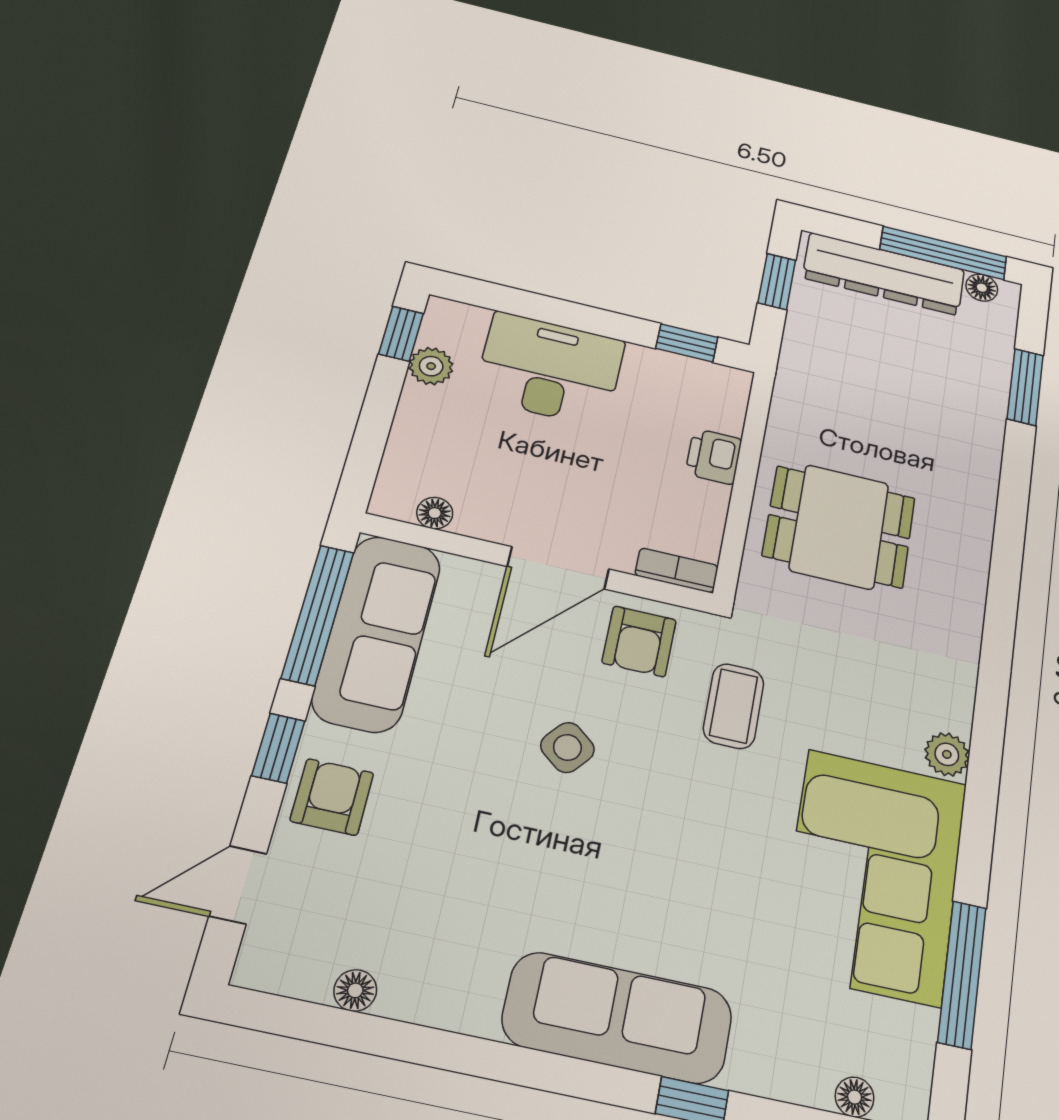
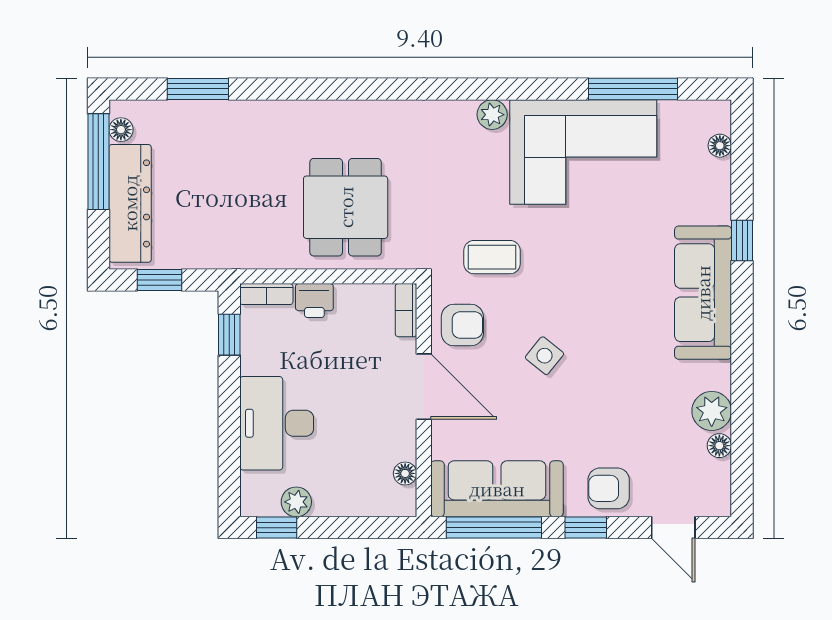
bookcase: (734, 400) -> (266, 294), added
plant: (417, 990) -> (712, 411), added

